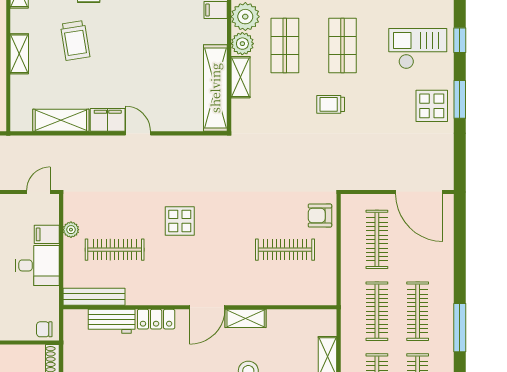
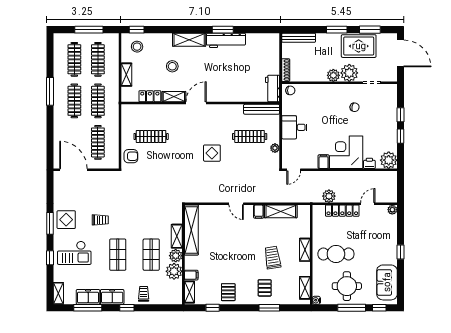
trolley: (331, 104) -> (100, 220), moved
filing cabinet: (108, 120) -> (259, 212), width x0.50
filing cabinet: (47, 234) -> (289, 145), removed
locker: (156, 319) -> (150, 96), moved
workbench: (112, 321) -> (273, 89), moved, turned -90

